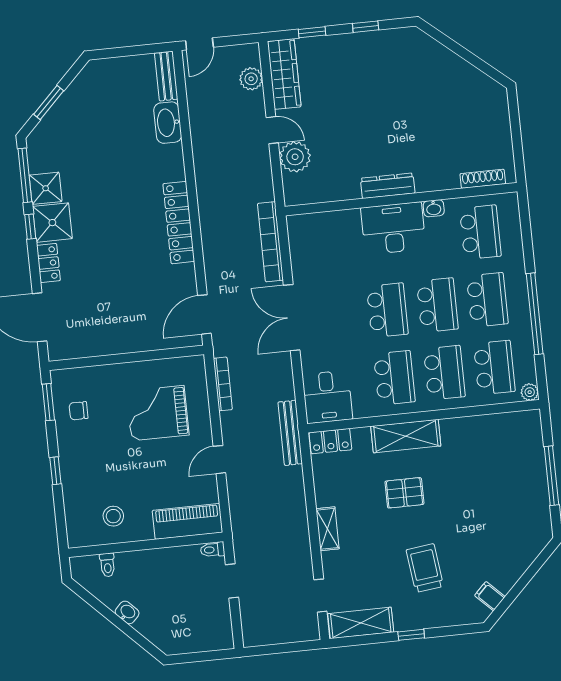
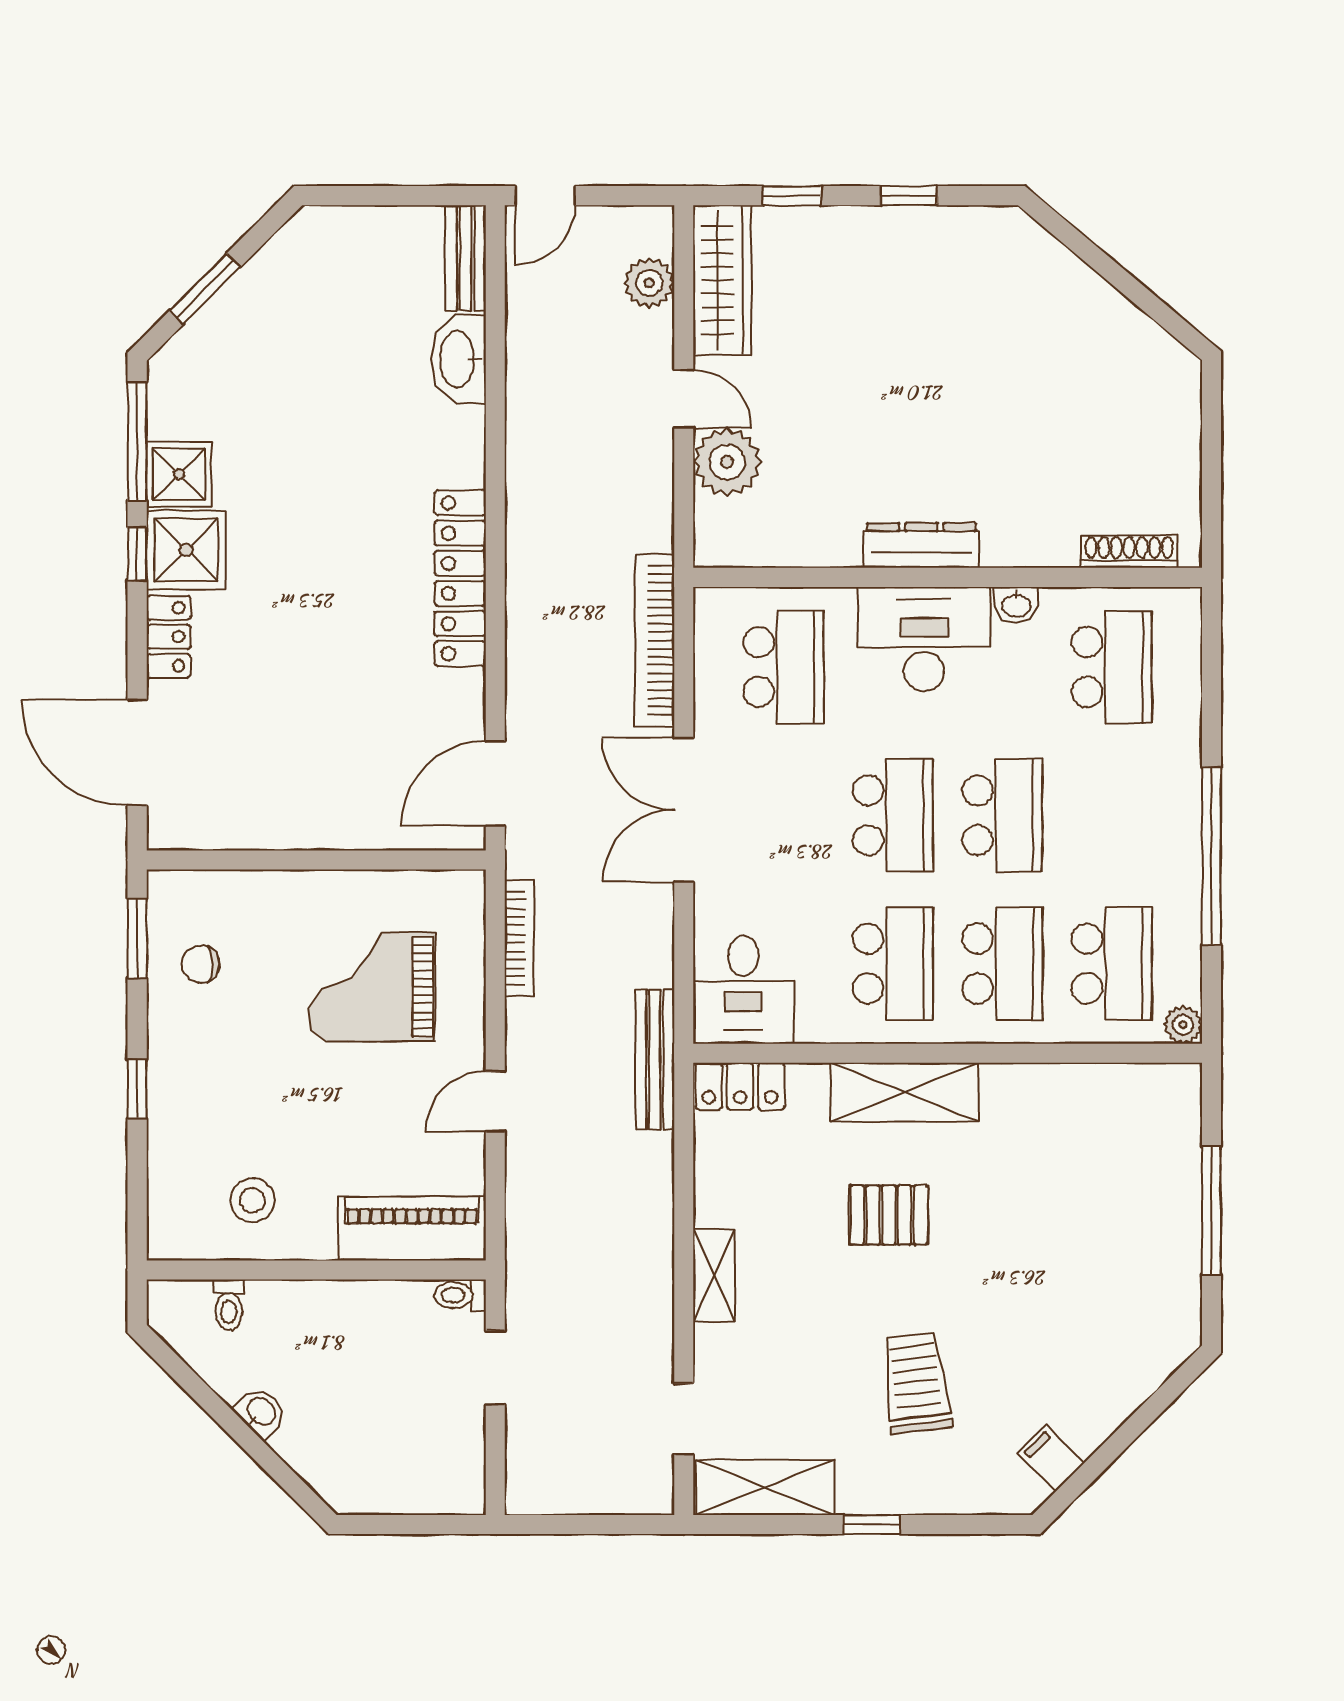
school desk: (487, 300) -> (783, 667), moved

